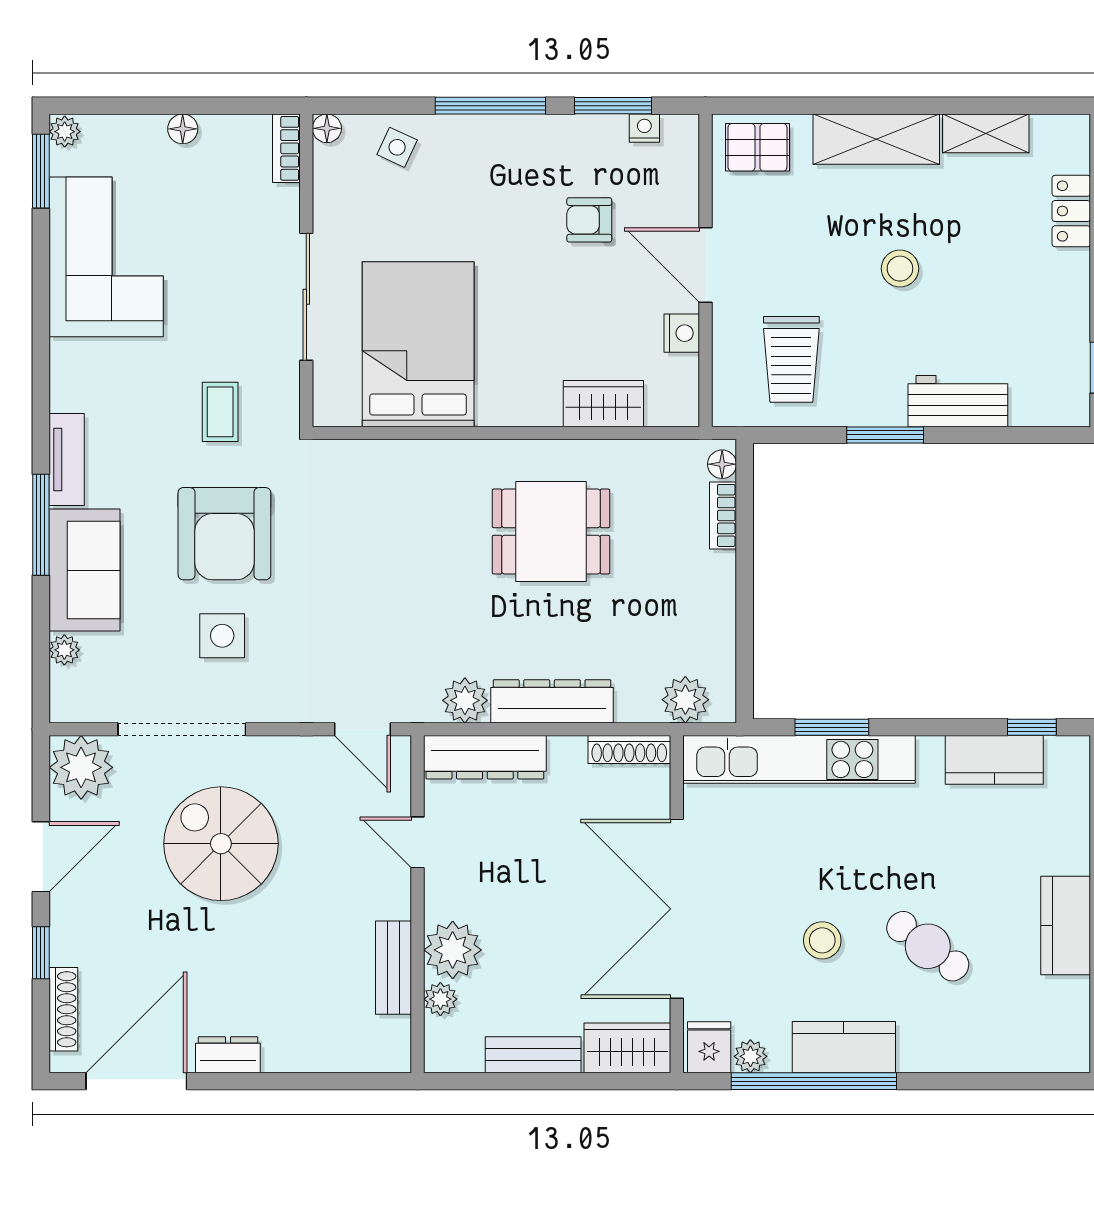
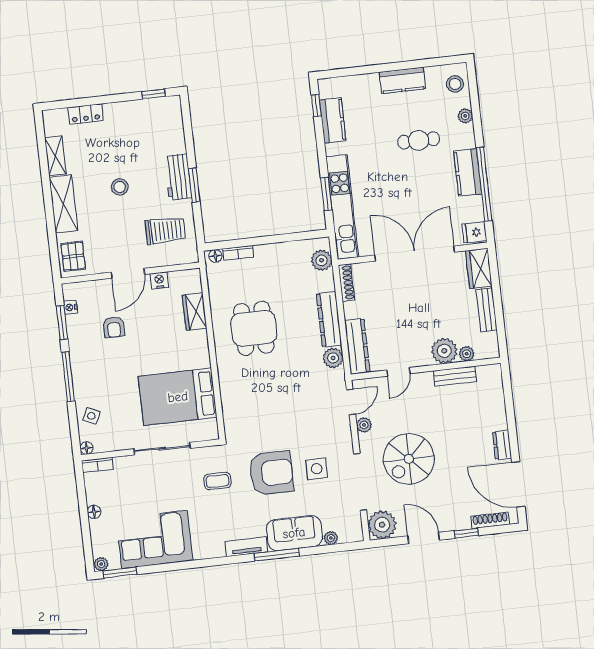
workbench: (958, 401) -> (178, 177), moved
plant: (308, 752) -> (364, 425), added
double door: (677, 909) -> (415, 254), swing flipped
stool: (822, 940) -> (455, 84), moved
cafe table: (928, 946) -> (419, 140), turned 53
plant: (750, 1056) -> (465, 116), moved

